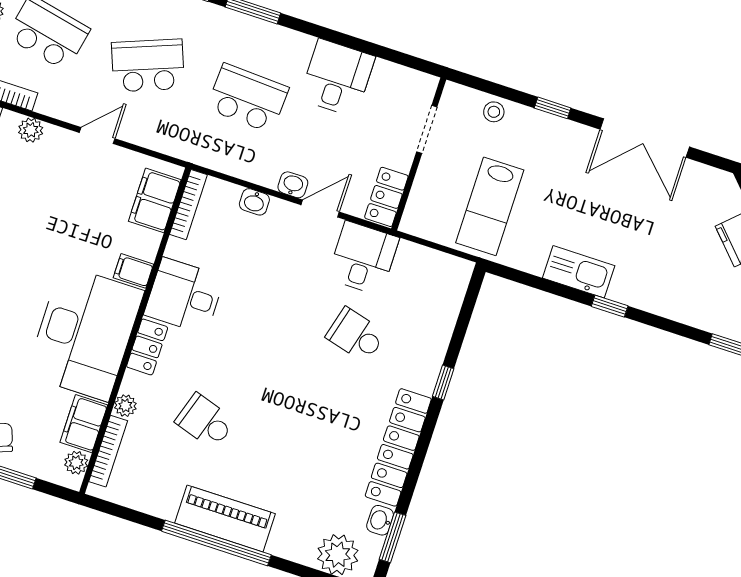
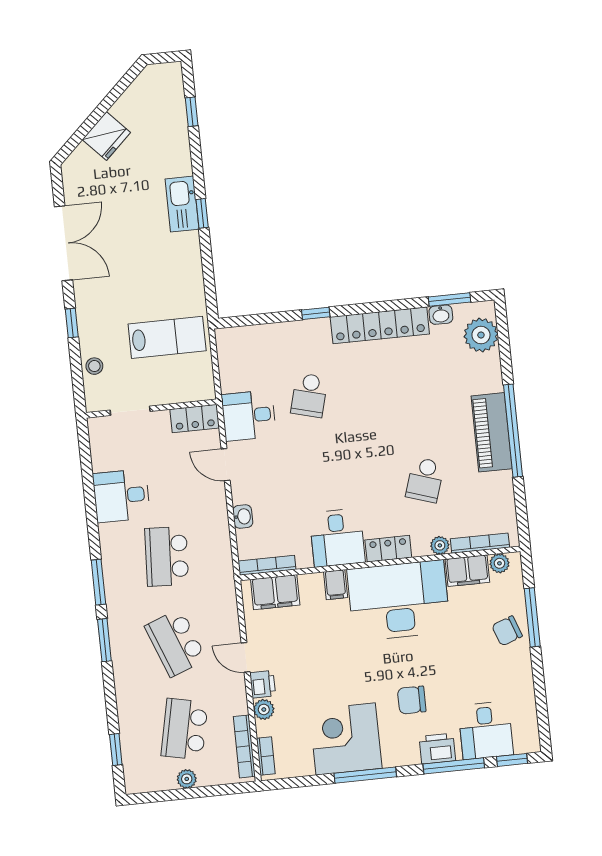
printer: (59, 141) -> (263, 684), added
washbasin: (293, 185) -> (217, 493), removed
kitchen sink: (579, 272) -> (182, 204), moved

